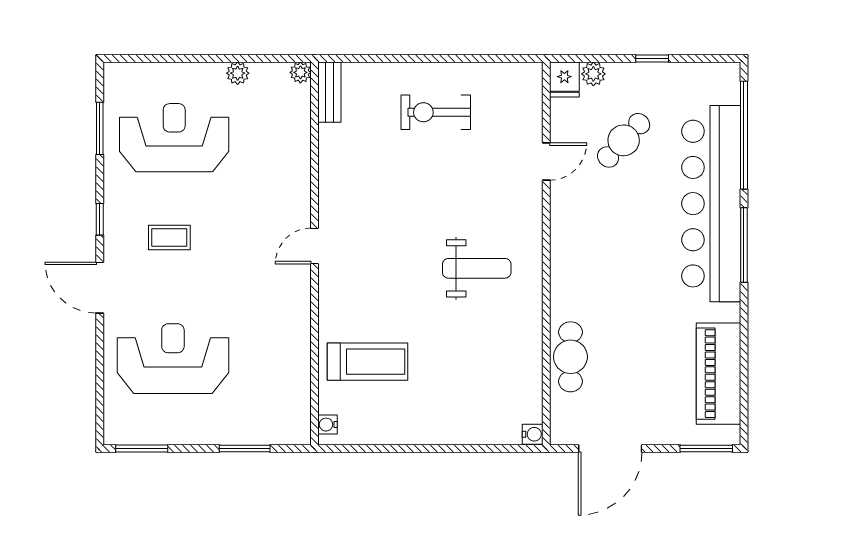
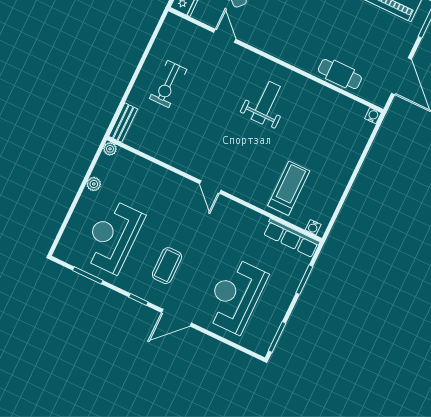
bench: (329, 92) -> (123, 123), moved, turned 90
coffee table: (169, 237) -> (167, 266), width x1.36, depth x1.30
row of seats: (297, 400) -> (291, 238), added

